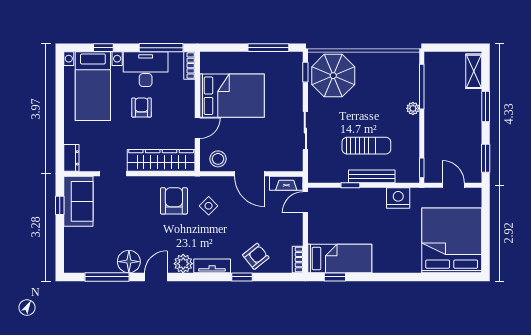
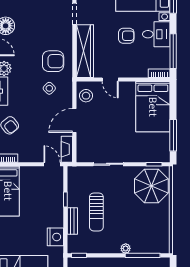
desk: (146, 69) -> (156, 34), width x0.73
bed: (232, 96) -> (153, 107), moved
bench: (372, 176) -> (72, 221), width x0.73

